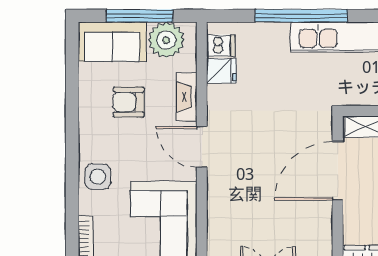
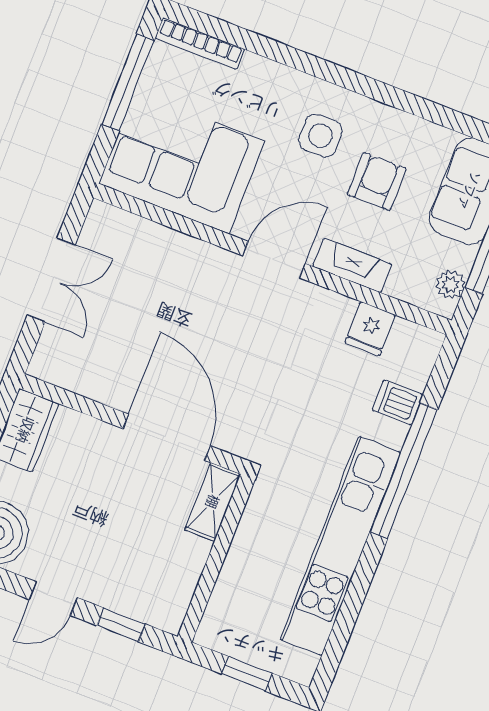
plant: (166, 40) -> (450, 284), width x0.53, depth x0.53
dishwasher: (221, 45) -> (397, 402), moved, turned 90
side table: (98, 177) -> (320, 136), moved

